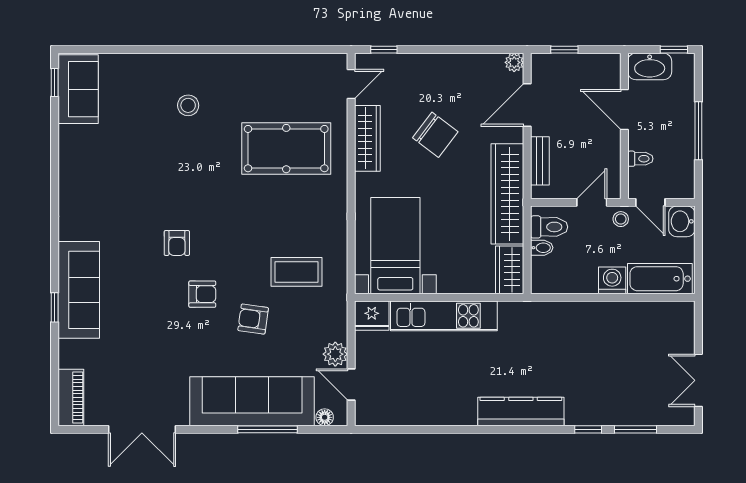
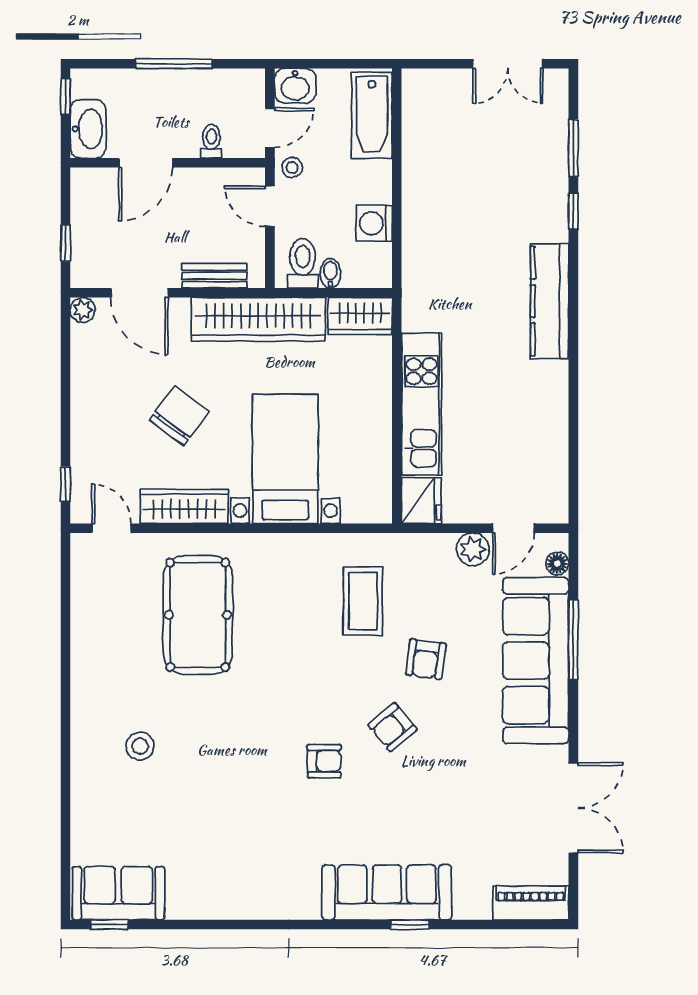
bed with nightstands: (395, 246) -> (285, 459), moved, turned 90
washing machine: (612, 280) -> (374, 223), moved
armchair: (202, 294) -> (393, 727), turned -130

